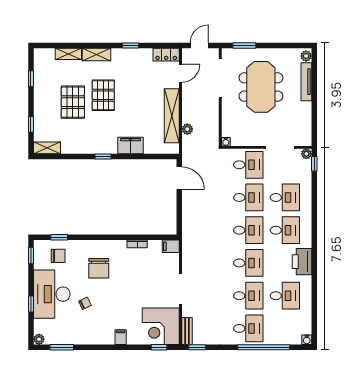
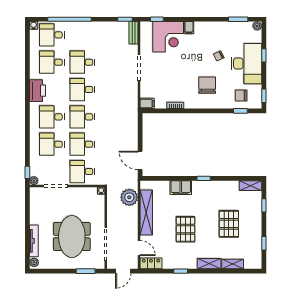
door: (181, 73) -> (139, 248), swing flipped
pallet: (103, 95) -> (186, 229), moved
plant: (187, 129) -> (129, 197), width x1.88, depth x1.88
corner desk: (161, 326) -> (168, 37), moved, turned 90
desk: (248, 328) -> (52, 35), moved

